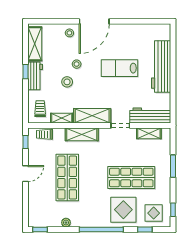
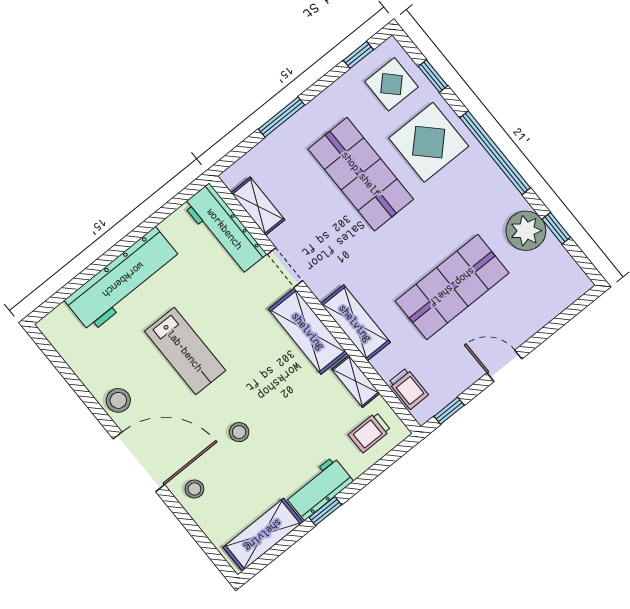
stool: (67, 82) -> (118, 400), moved
plant: (66, 223) -> (526, 231), width x1.88, depth x1.88
window: (40, 230) -> (556, 228), moved

